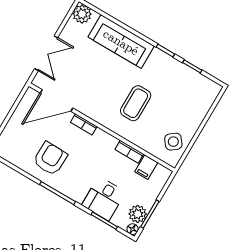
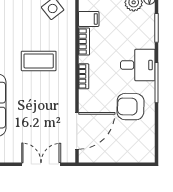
door: (57, 101) -> (77, 131), hinge flipped
bookcase: (84, 124) -> (84, 76), moved
desk: (104, 199) -> (138, 65), moved

